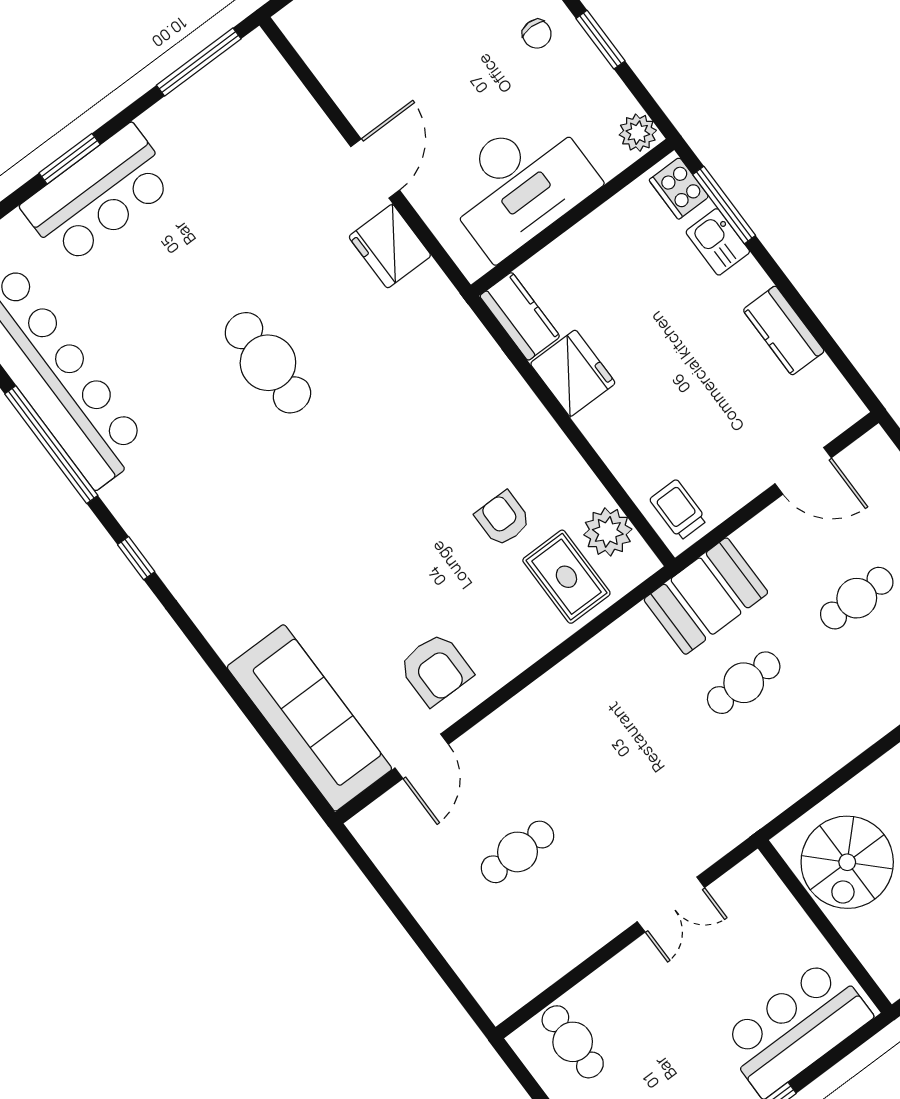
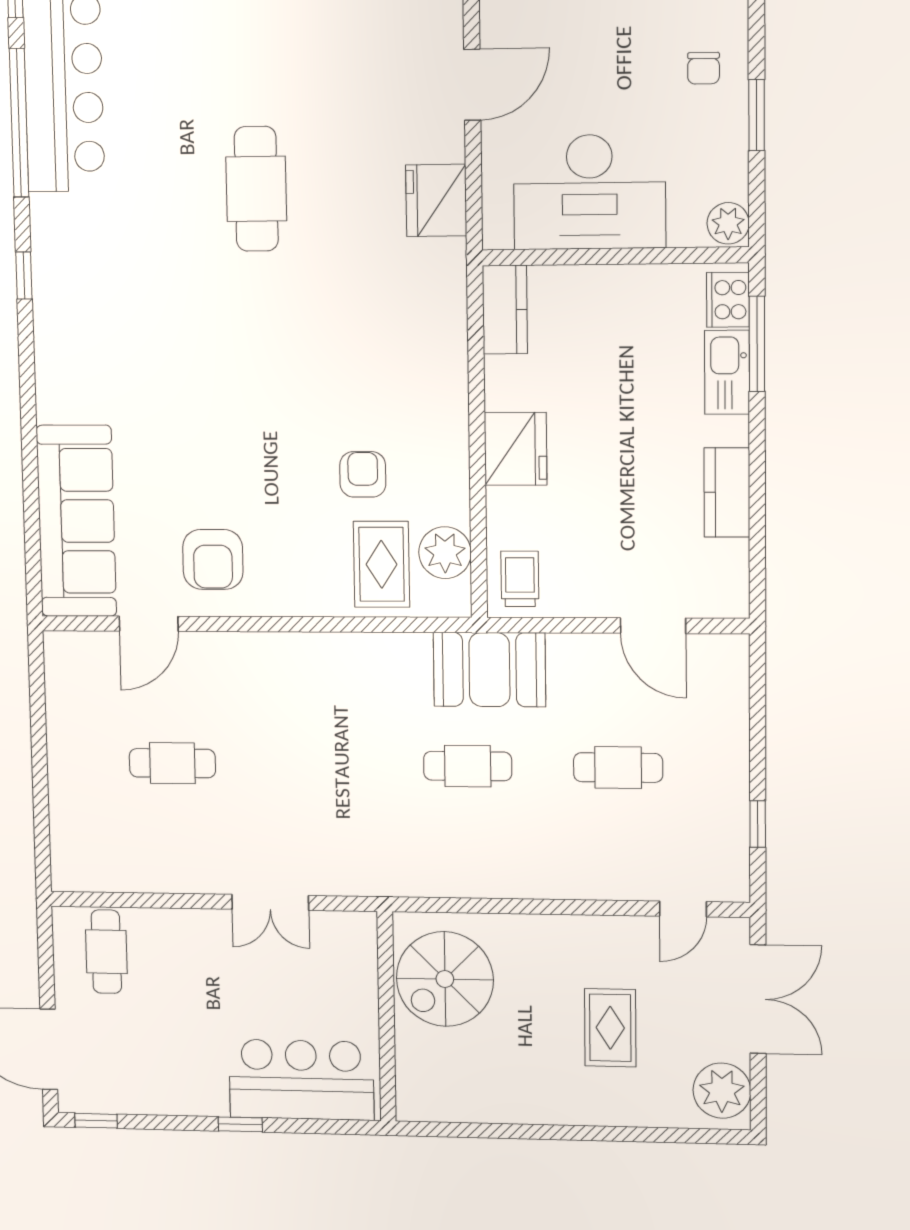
kitchen sink: (718, 242) -> (727, 372), width x1.38
fridge: (390, 246) -> (436, 200), moved
fridge: (573, 373) -> (515, 449), moved

